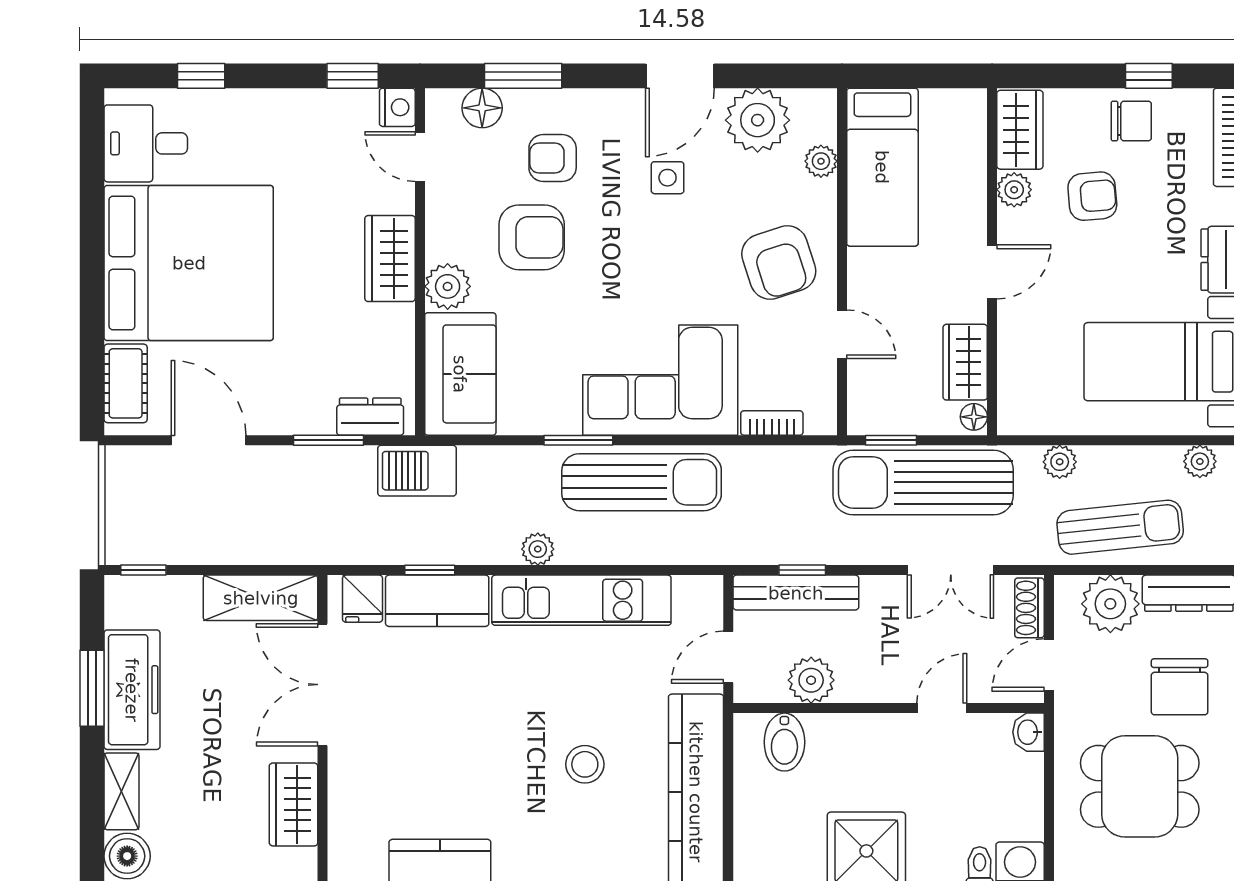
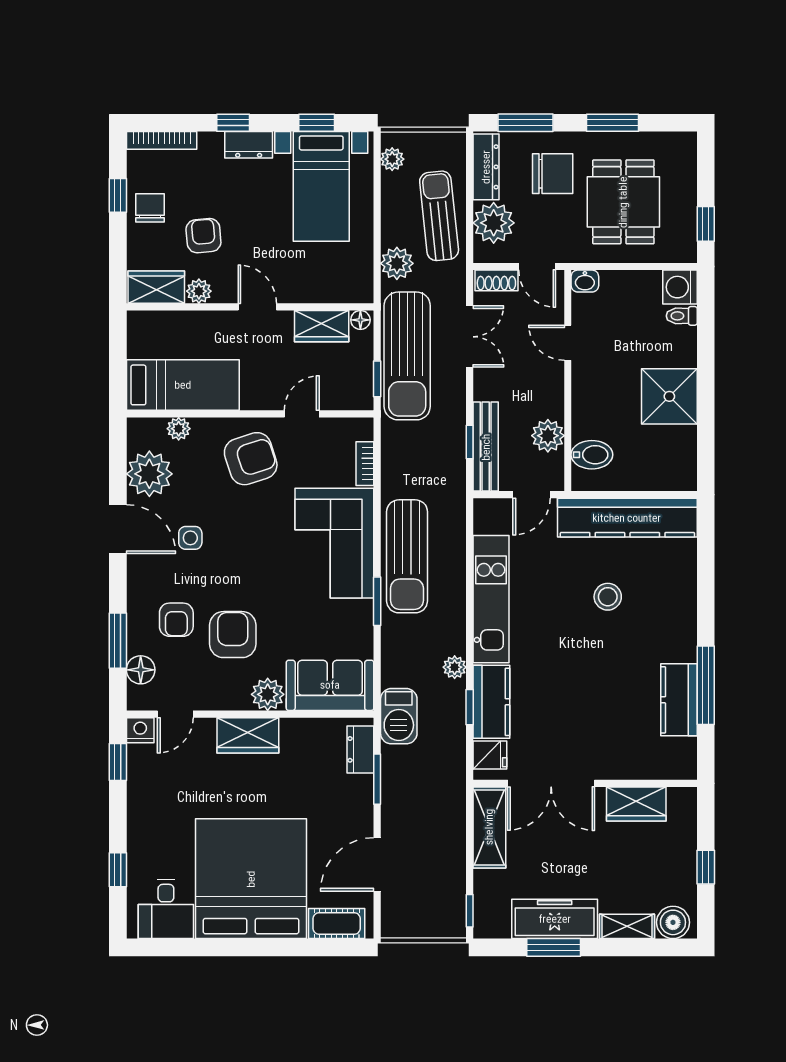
plant: (1060, 462) -> (397, 263), width x1.38, depth x1.38
sun lounger: (642, 482) -> (407, 556), turned 180
plant: (538, 549) -> (455, 667), moved
door: (728, 657) -> (532, 495), hinge flipped

